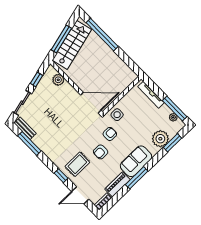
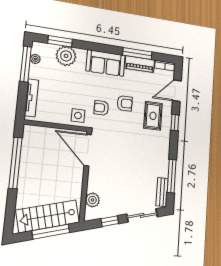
window: (102, 35) -> (15, 163), moved
rug: (77, 164) -> (153, 116), turned 90
window: (137, 178) -> (137, 53), moved
door: (80, 195) -> (177, 91), swing flipped

